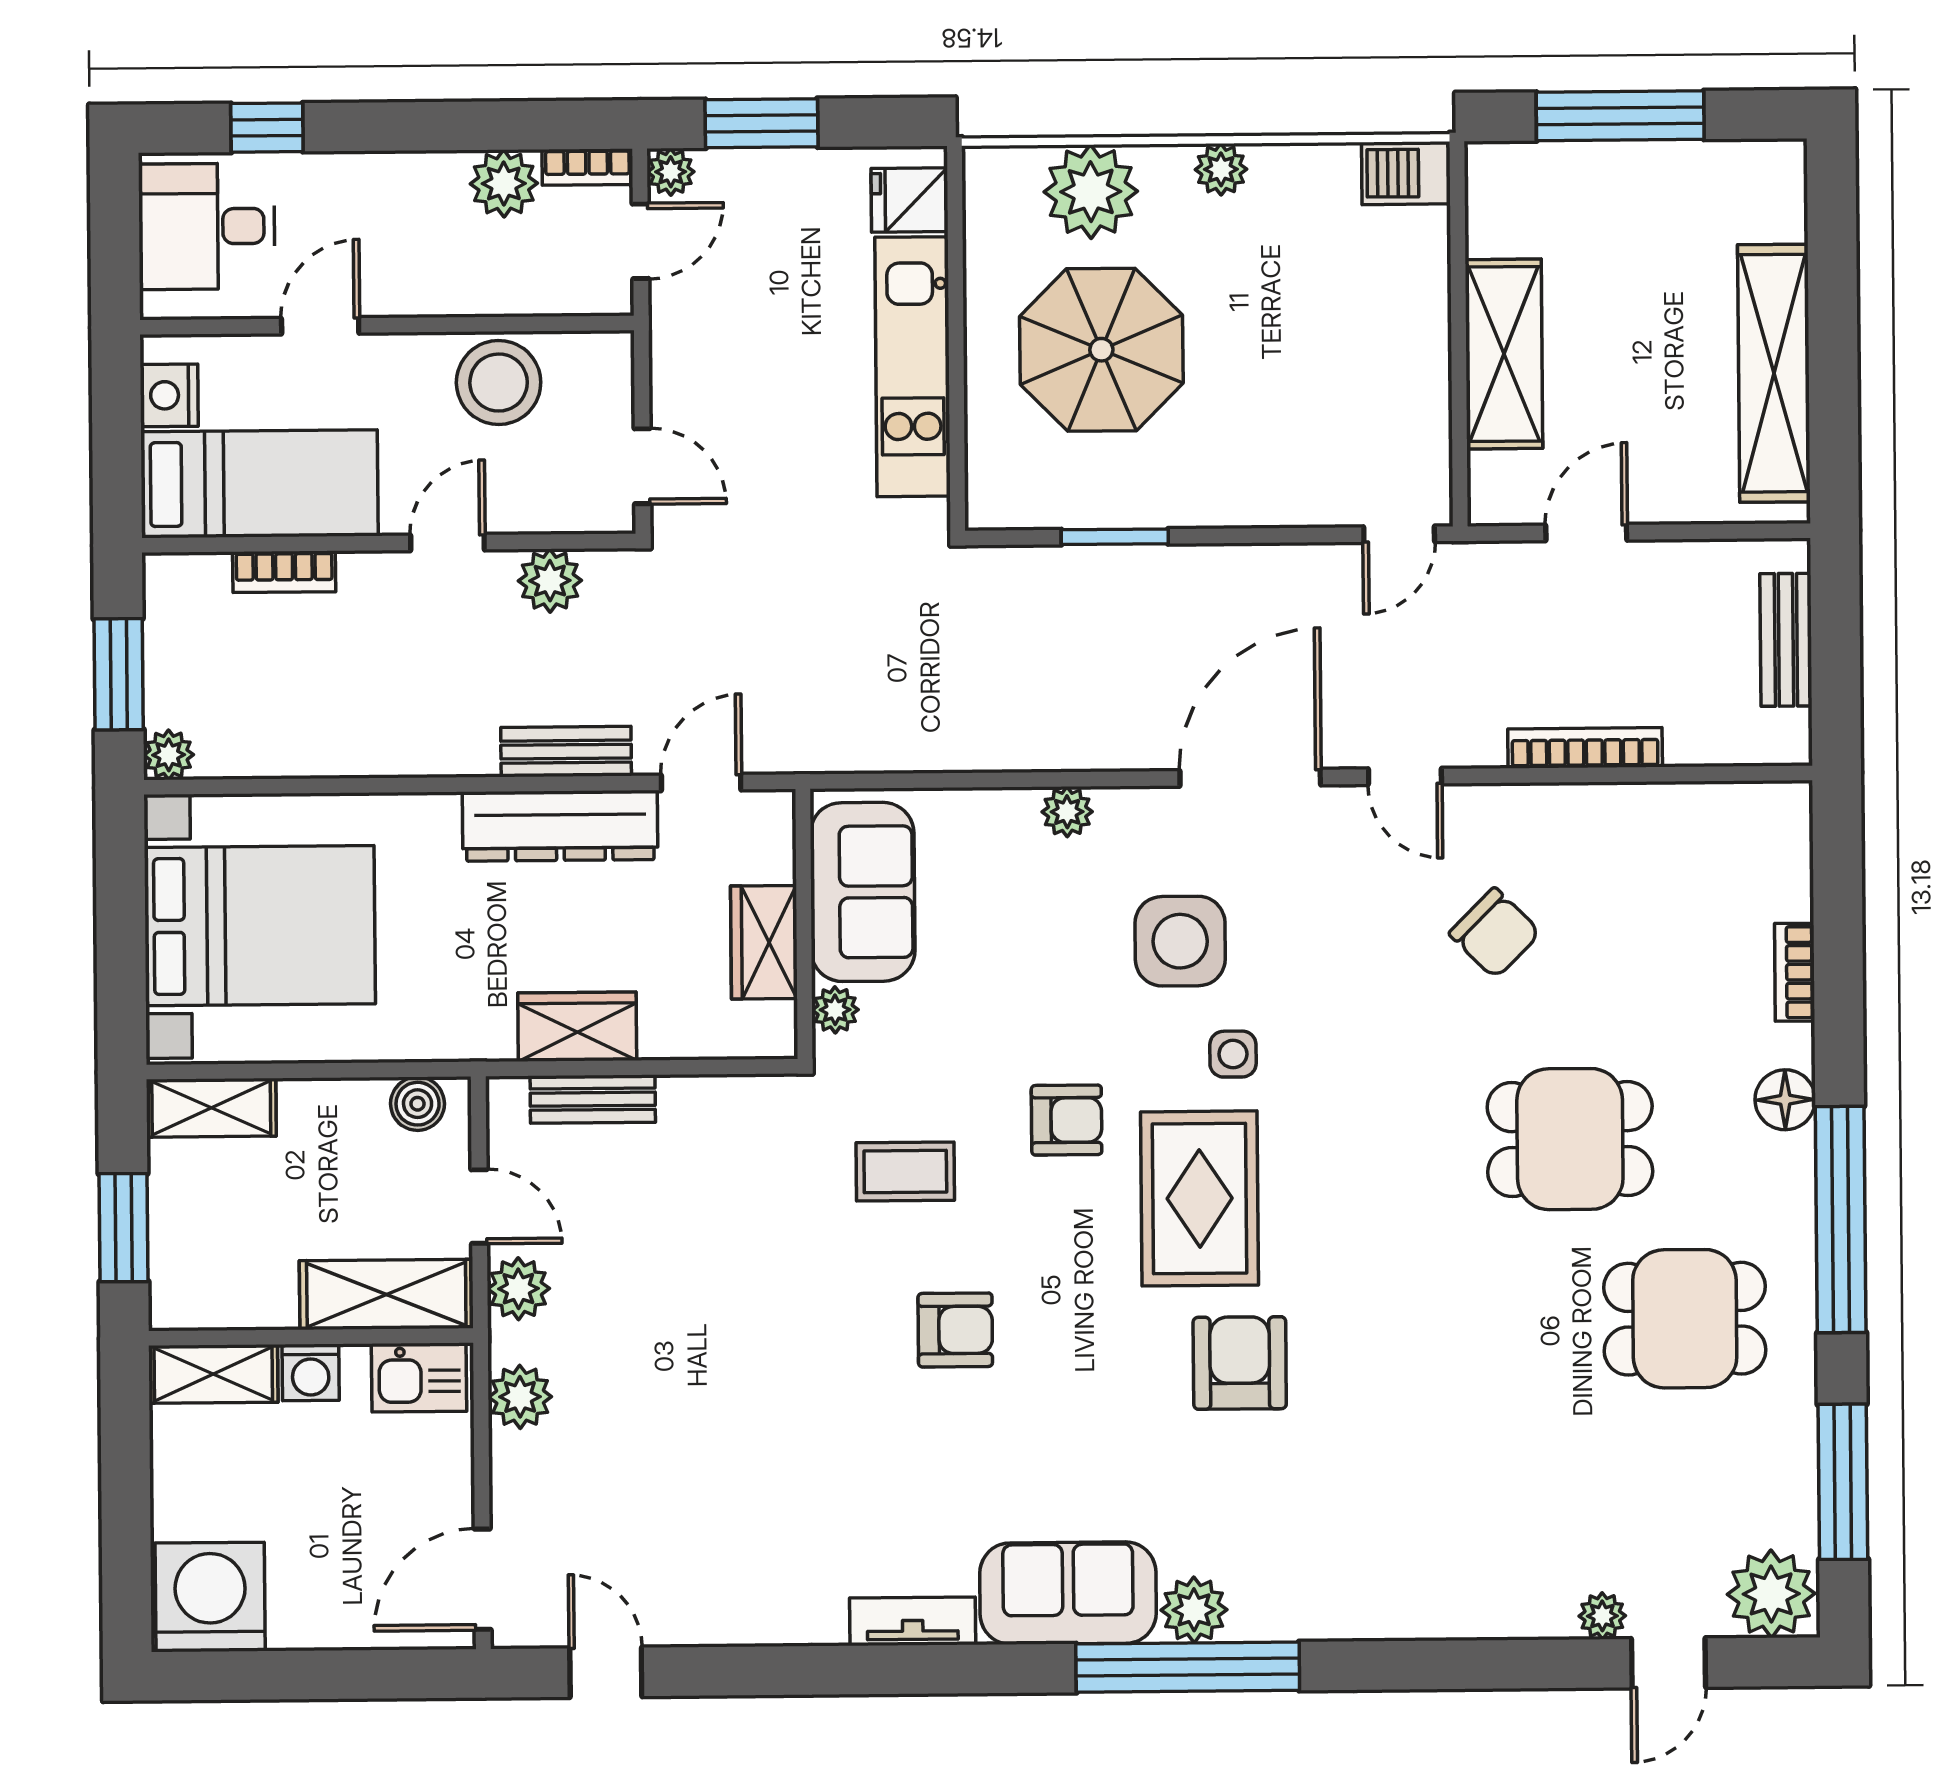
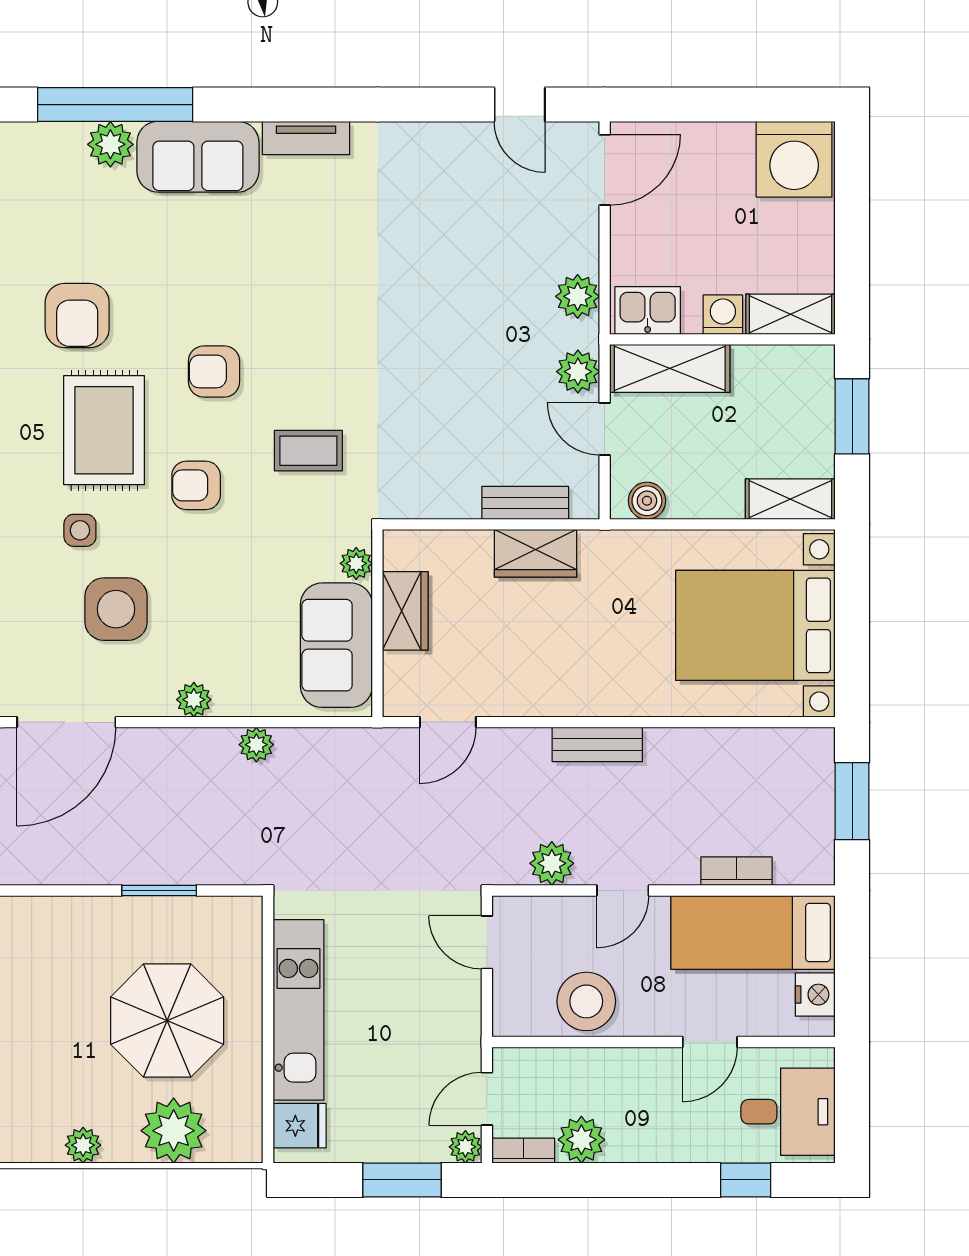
bench: (566, 752) -> (597, 744), moved
plant: (169, 755) -> (256, 745), moved
dresser: (560, 826) -> (546, 693), removed
armchair: (955, 1330) -> (214, 371), moved

